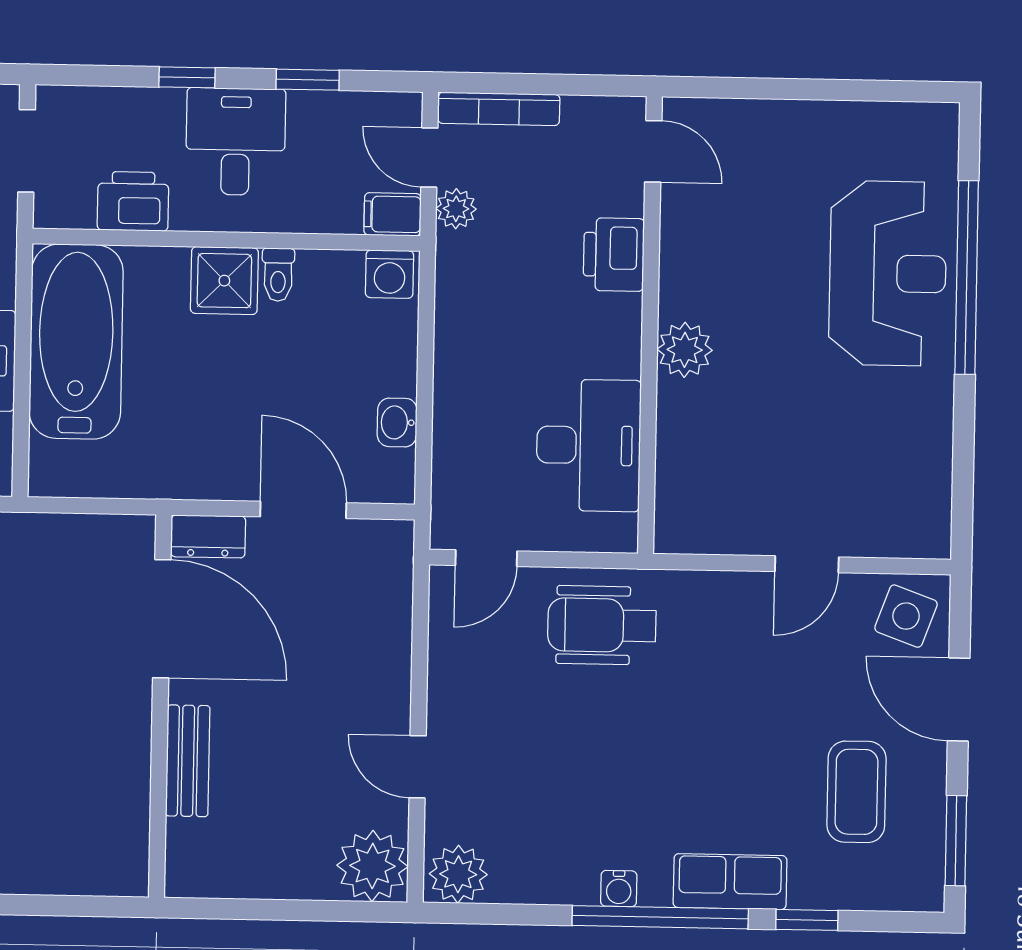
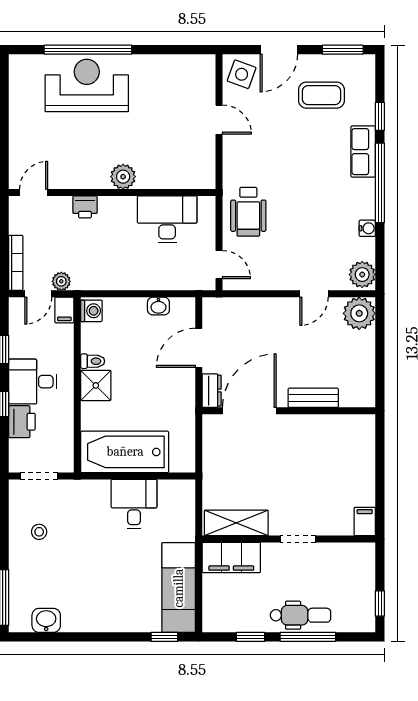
printer: (133, 201) -> (22, 422), moved, turned 180
printer: (614, 255) -> (85, 207), width x0.73, depth x0.81
water cooler: (619, 889) -> (367, 228), moved

